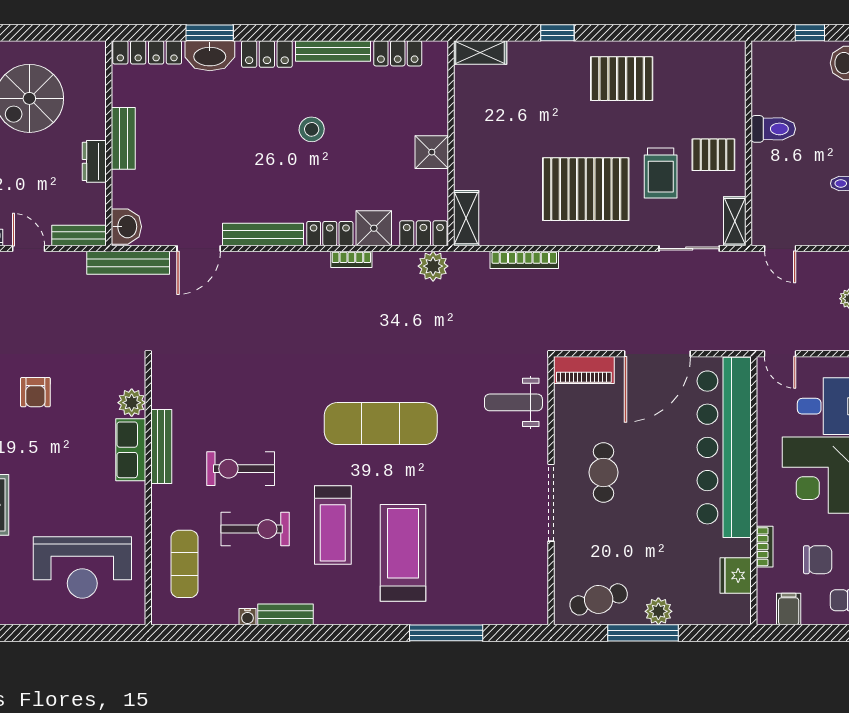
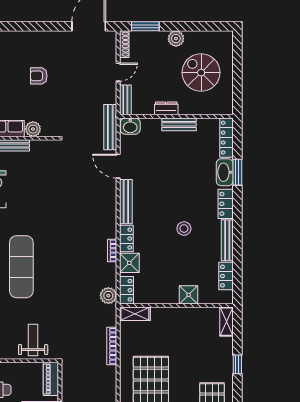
shower: (432, 152) -> (189, 295), moved

